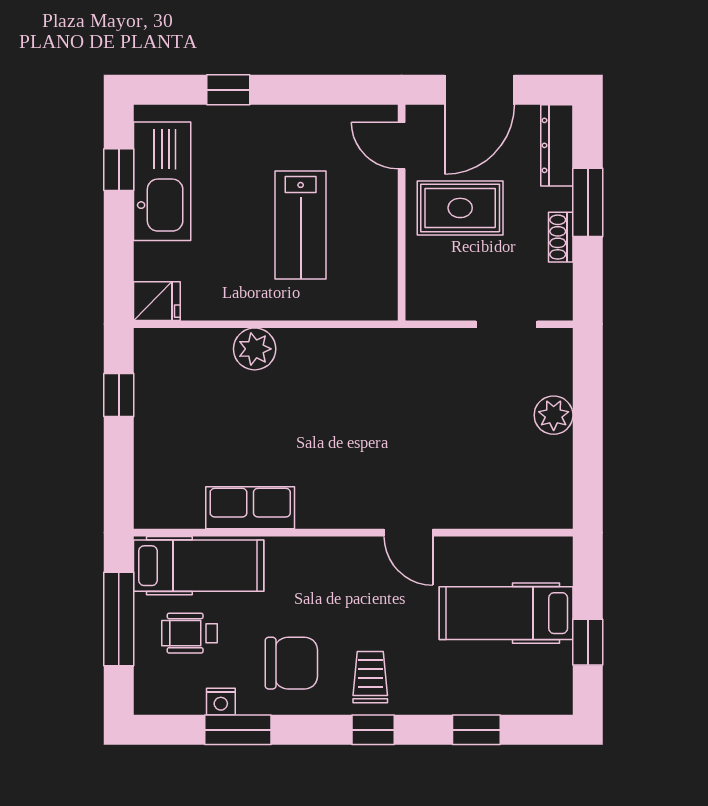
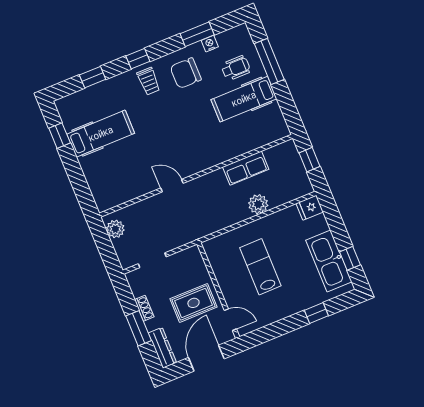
row of seats: (250, 508) -> (246, 168), moved
wall: (353, 533) -> (196, 176), moved
door: (408, 533) -> (172, 186), moved

